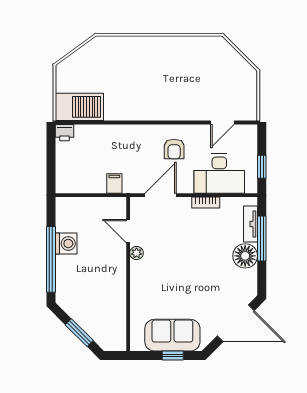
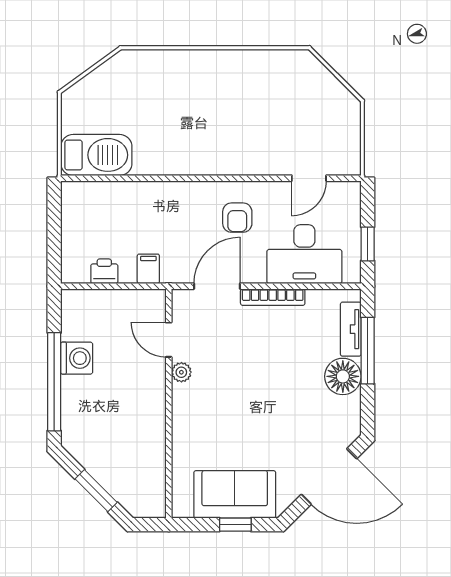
printer: (64, 133) -> (104, 271), moved, turned 180
bookcase: (206, 202) -> (273, 297), width x1.56

